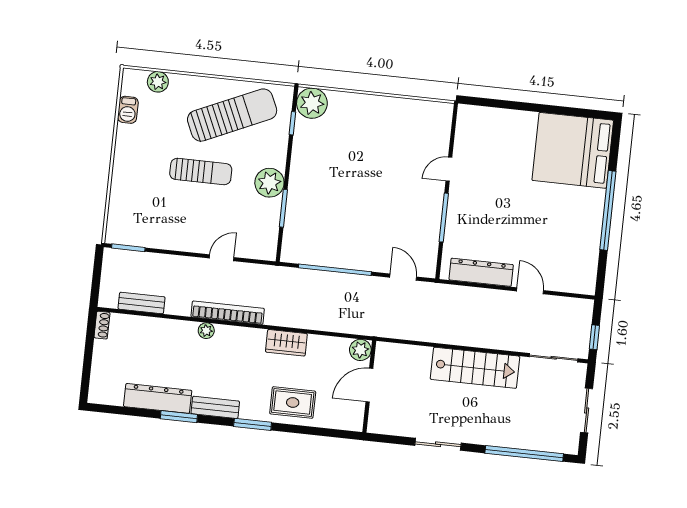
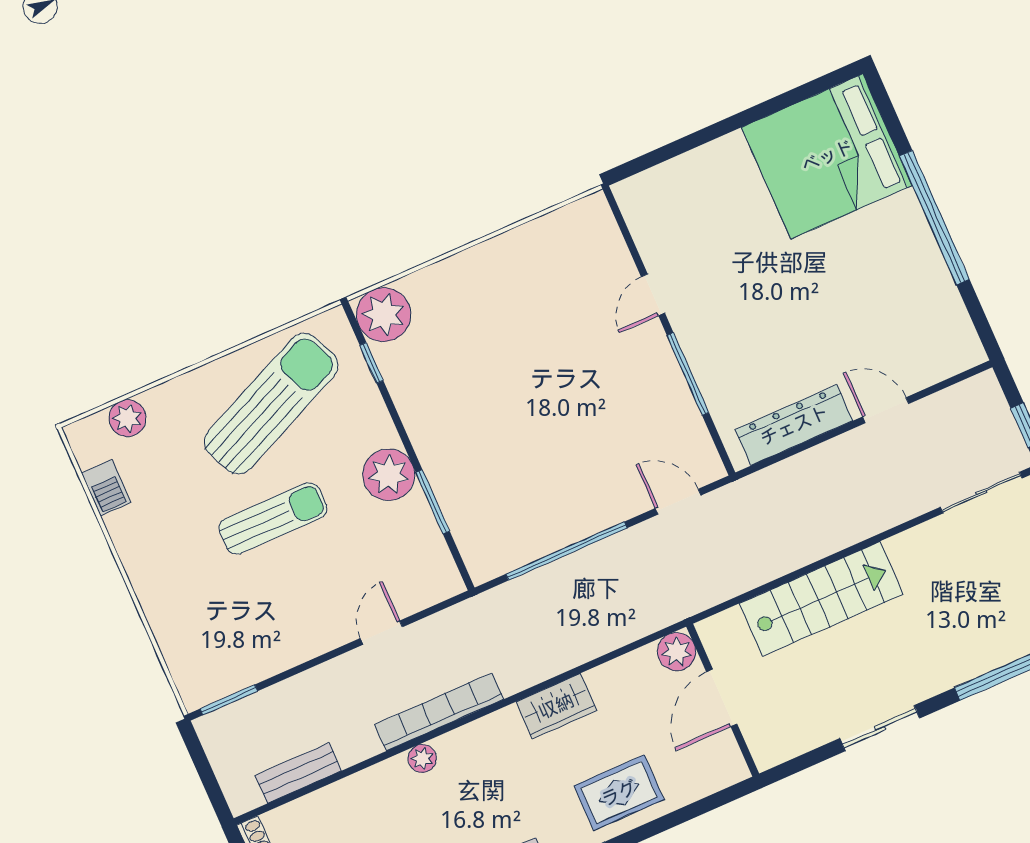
stairs: (475, 368) -> (821, 599), moved

